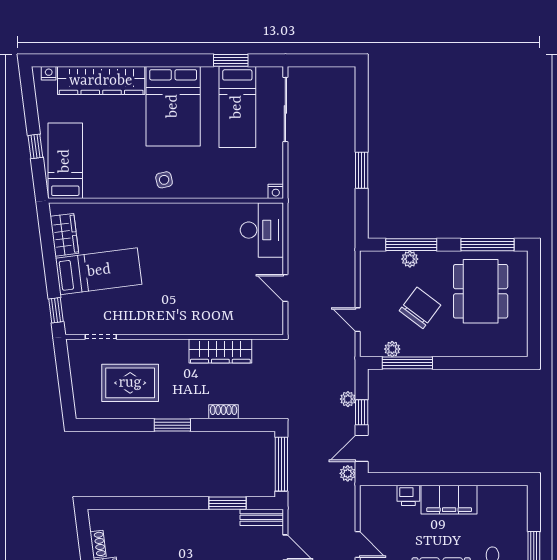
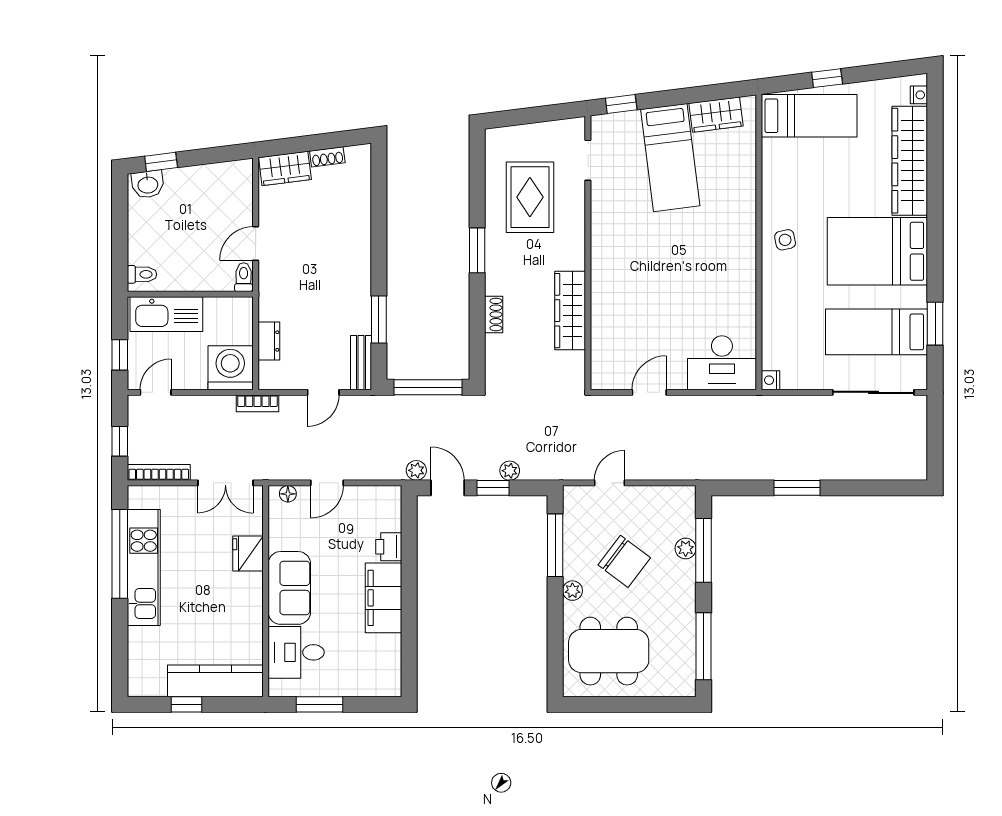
dining table: (481, 291) -> (609, 651), moved
plant: (392, 349) -> (572, 591), moved

